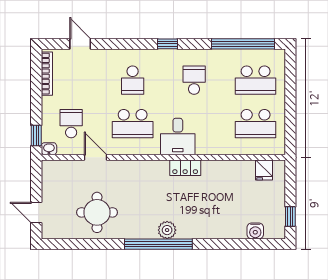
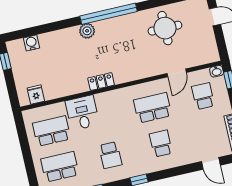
school desk: (71, 124) -> (203, 96), turned 180
desk: (178, 137) -> (82, 113), moved
door: (95, 157) -> (177, 73), hinge flipped
plant: (167, 230) -> (87, 31), moved

